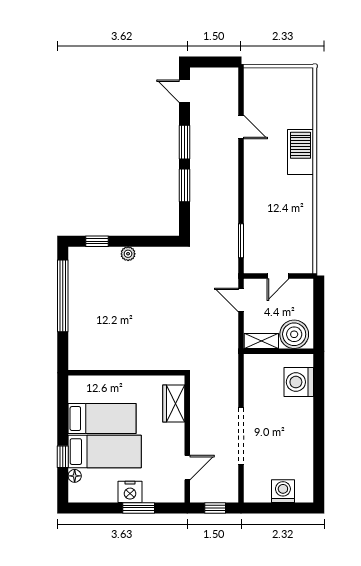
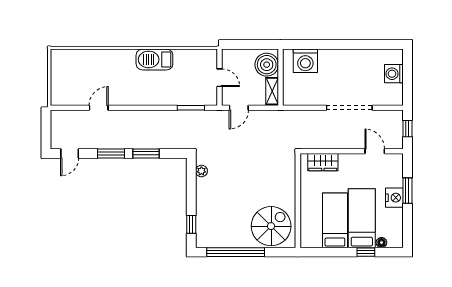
barbecue: (301, 152) -> (154, 59), moved
plant: (128, 254) -> (201, 171), moved
spiral stairs: (95, 340) -> (271, 226), added

